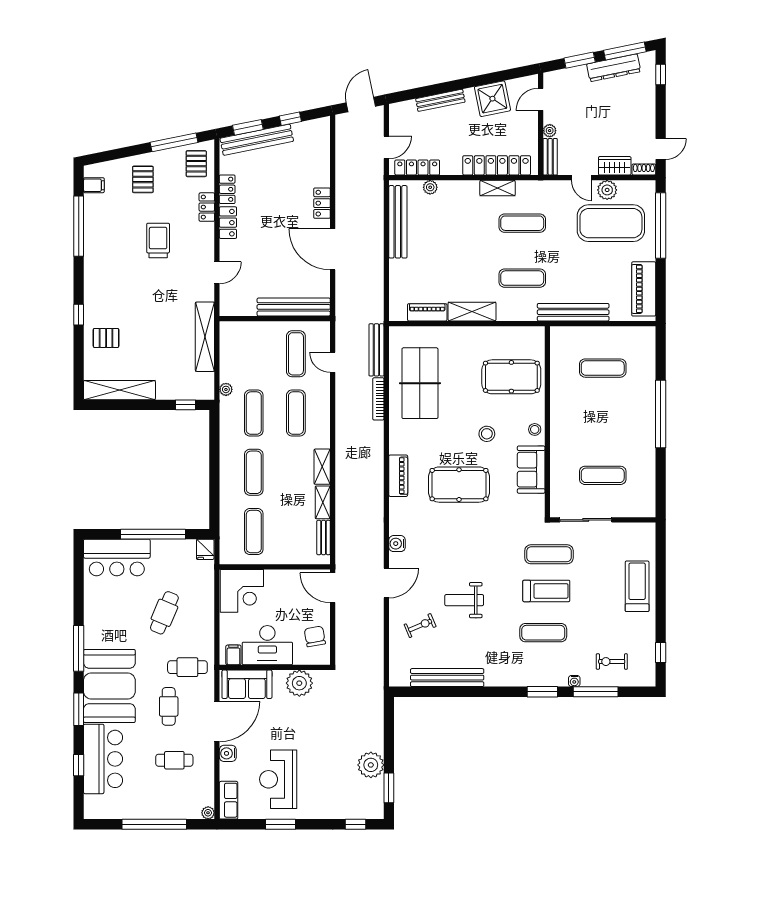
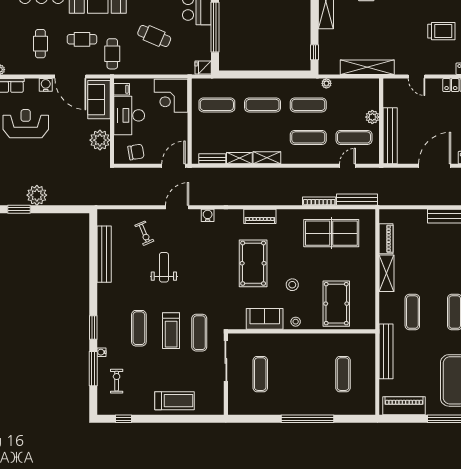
plant: (269, 330) -> (372, 117), added
door: (386, 583) -> (177, 207), swing flipped

